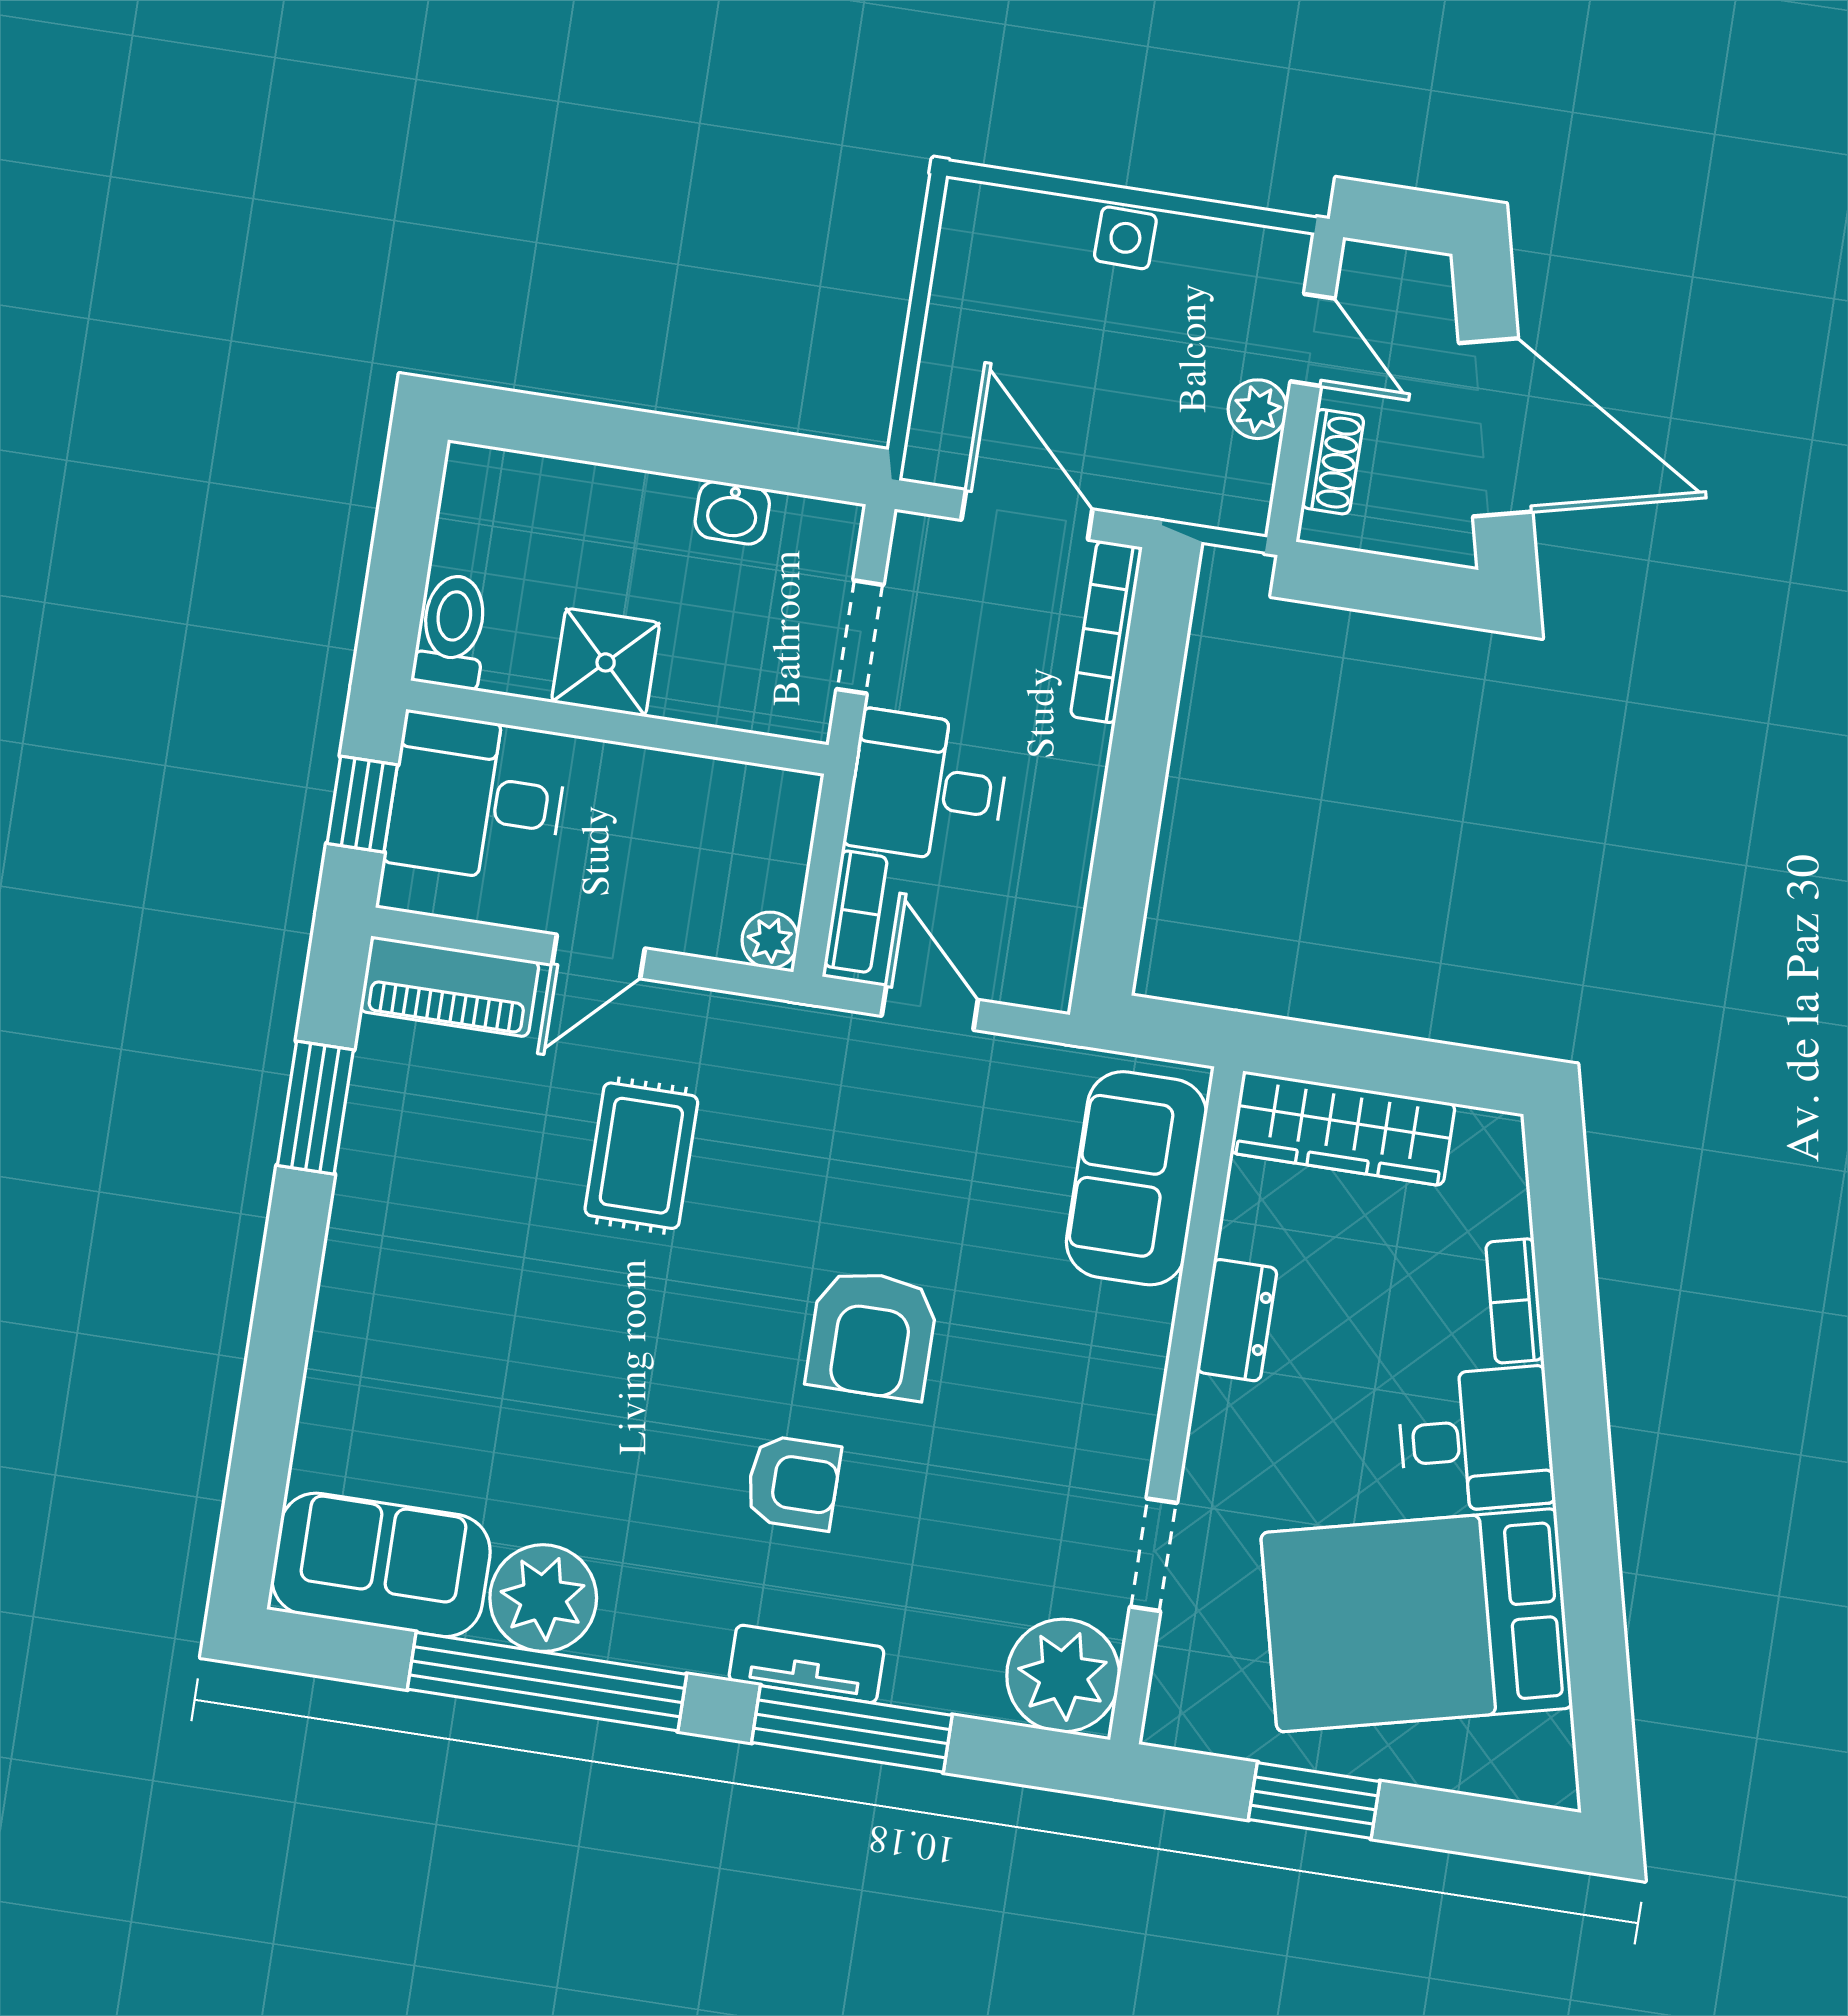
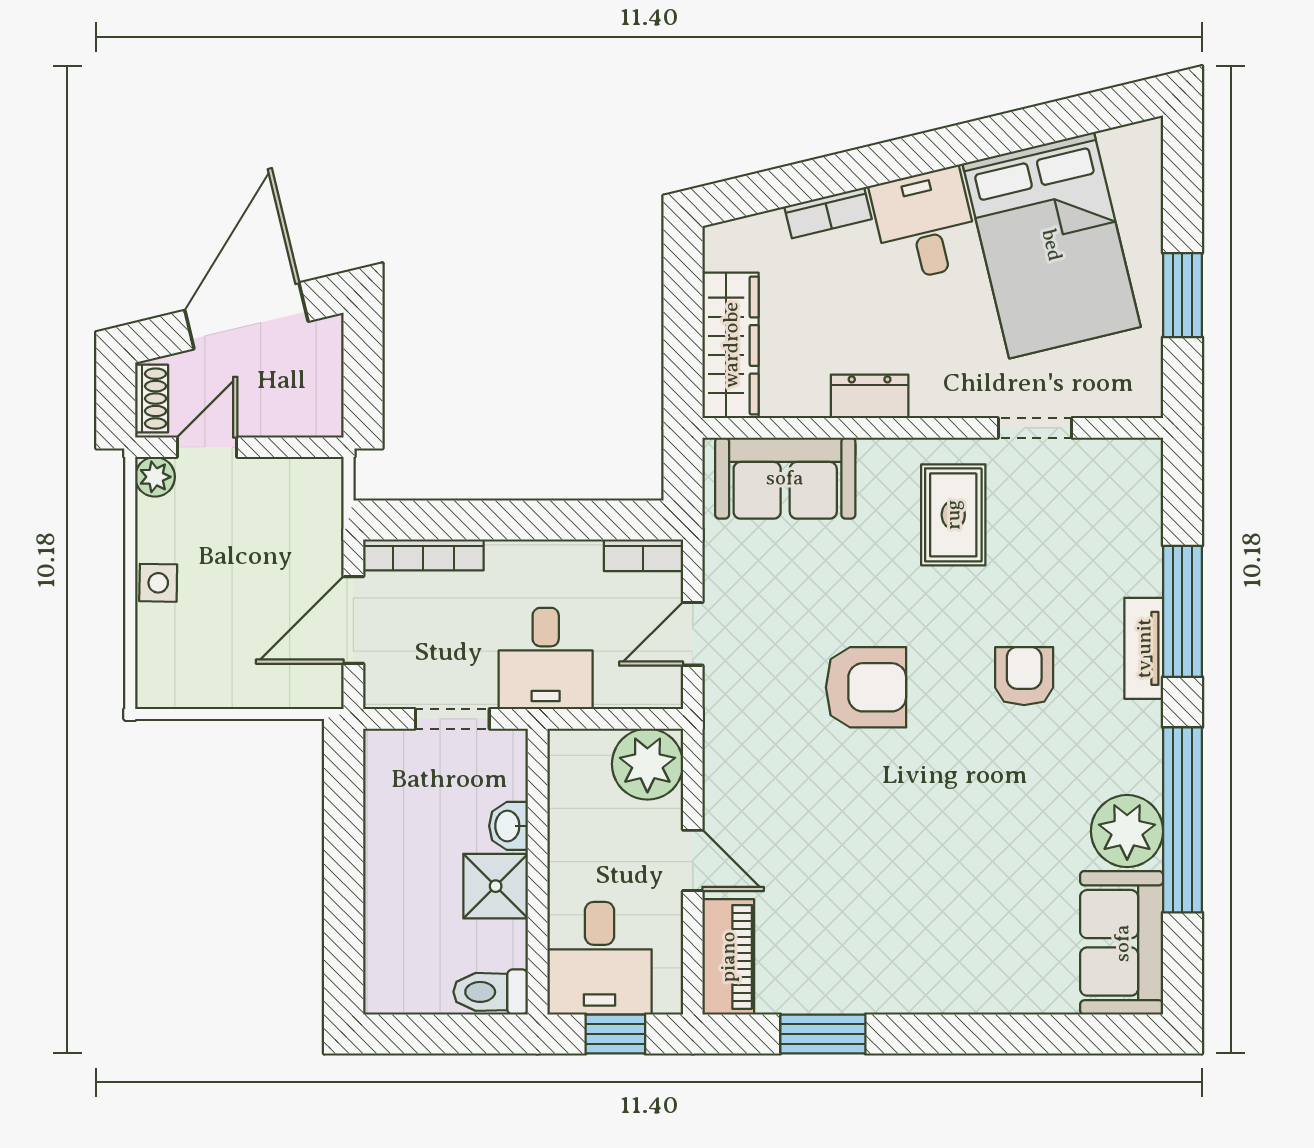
plant: (1258, 409) -> (155, 477), moved
shoe rack: (1333, 462) -> (152, 399), moved, turned 90
washbasin: (732, 513) -> (508, 826), moved, turned 180
bookcase: (856, 912) -> (643, 555), moved, turned 180
plant: (770, 940) -> (647, 764), width x1.88, depth x1.88
rug: (641, 1156) -> (953, 515), moved, turned 90
armchair: (872, 1334) -> (866, 687), moved
plant: (1063, 1676) -> (1125, 476), removed

